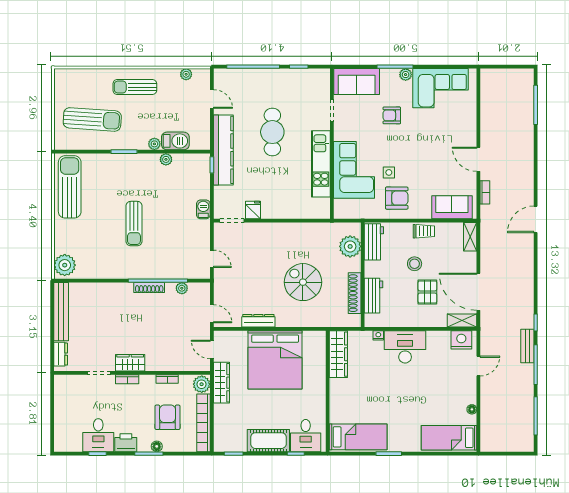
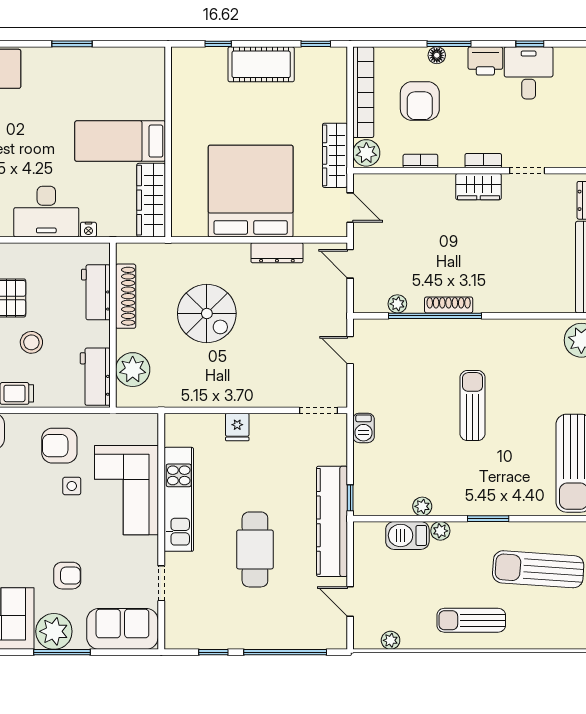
plant: (406, 75) -> (54, 631), width x1.87, depth x1.87
sun lounger: (135, 87) -> (471, 620), turned 180
fridge: (253, 210) -> (237, 427), moved
desk: (306, 436) -> (203, 72), removed
bed: (358, 437) -> (120, 141), moved

